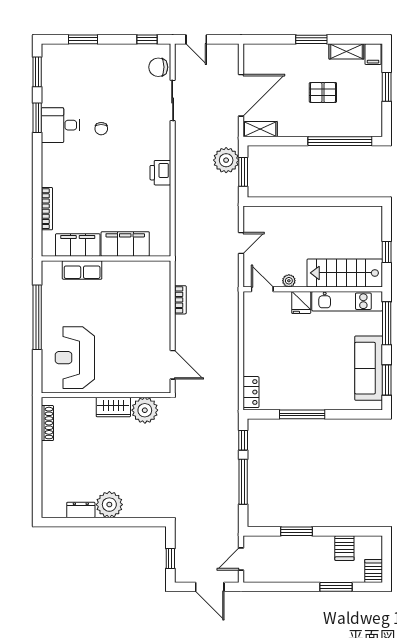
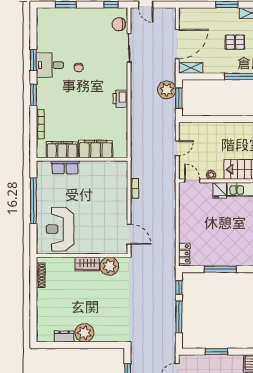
window: (37, 72) -> (33, 95), moved

